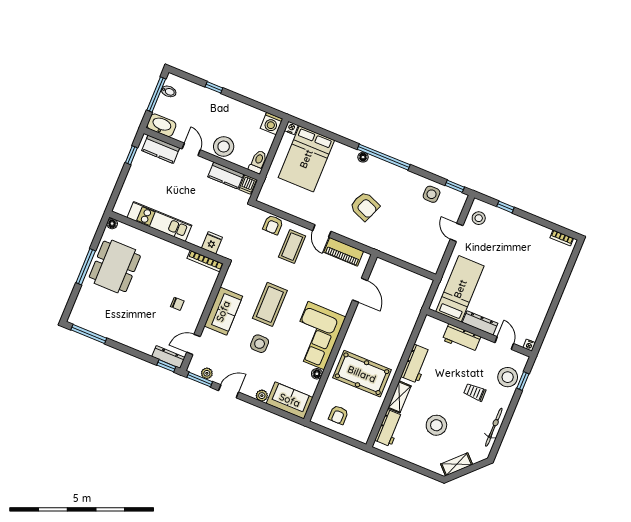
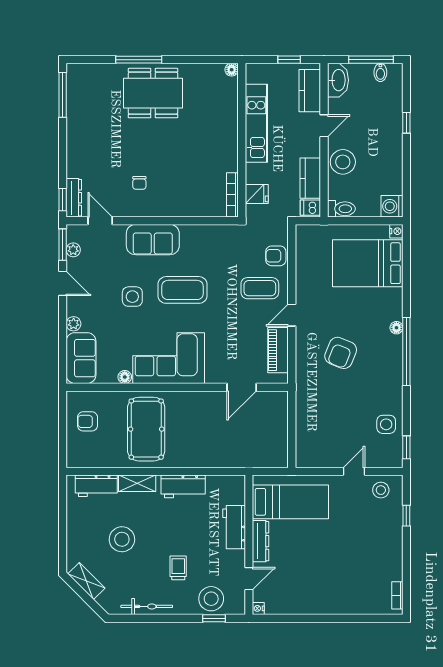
kitchen unit: (159, 221) -> (256, 123), moved
floor lamp: (112, 224) -> (232, 70), moved
wall: (167, 237) -> (242, 140), moved
fridge: (212, 243) -> (257, 194), moved
bookcase: (205, 261) -> (232, 195), moved

